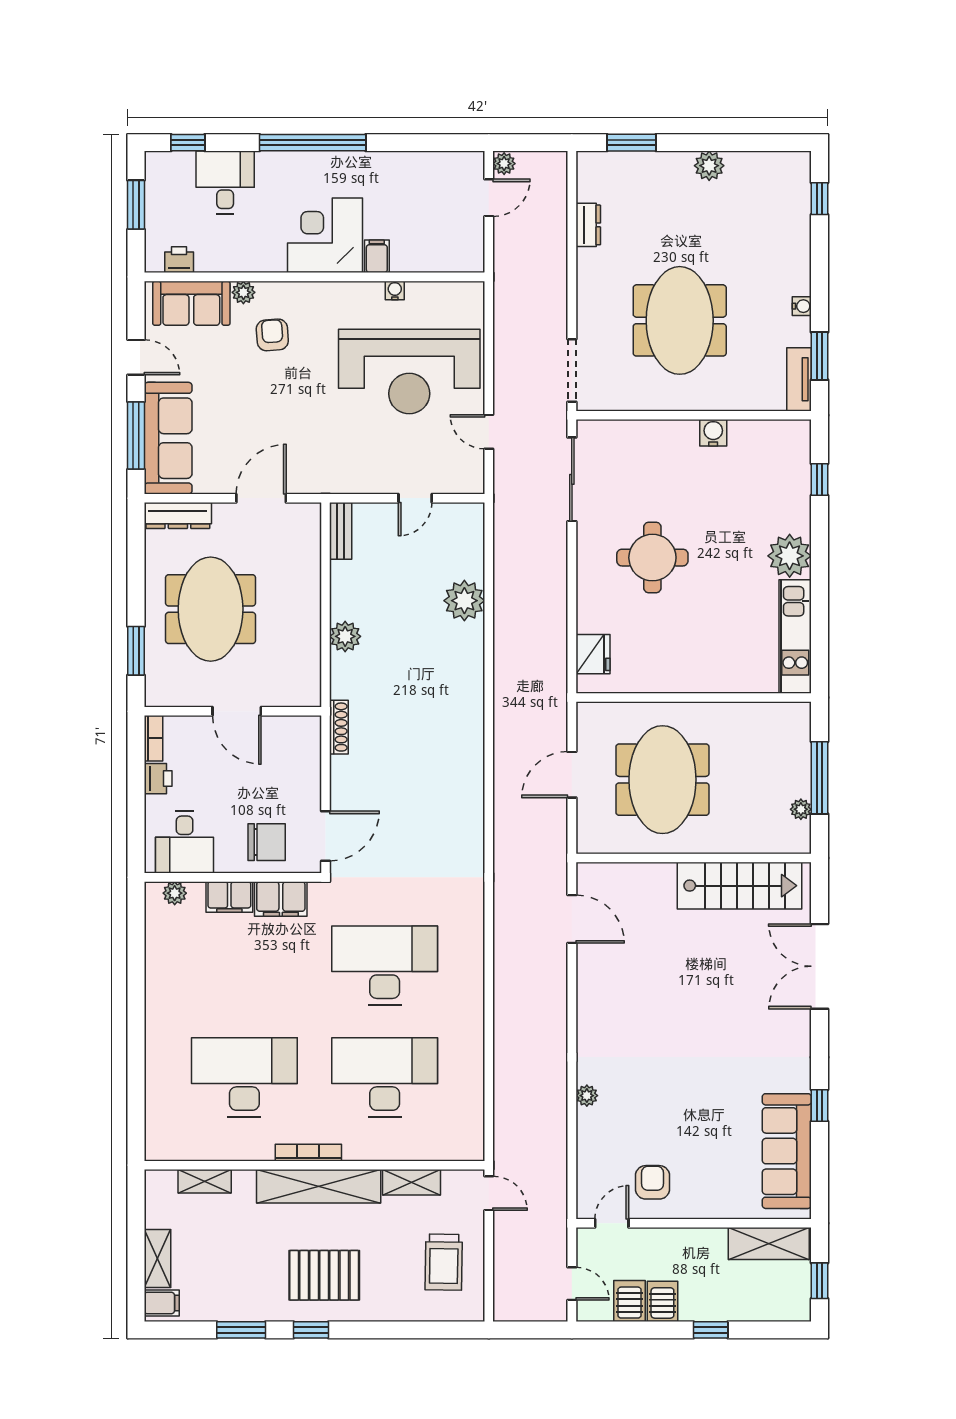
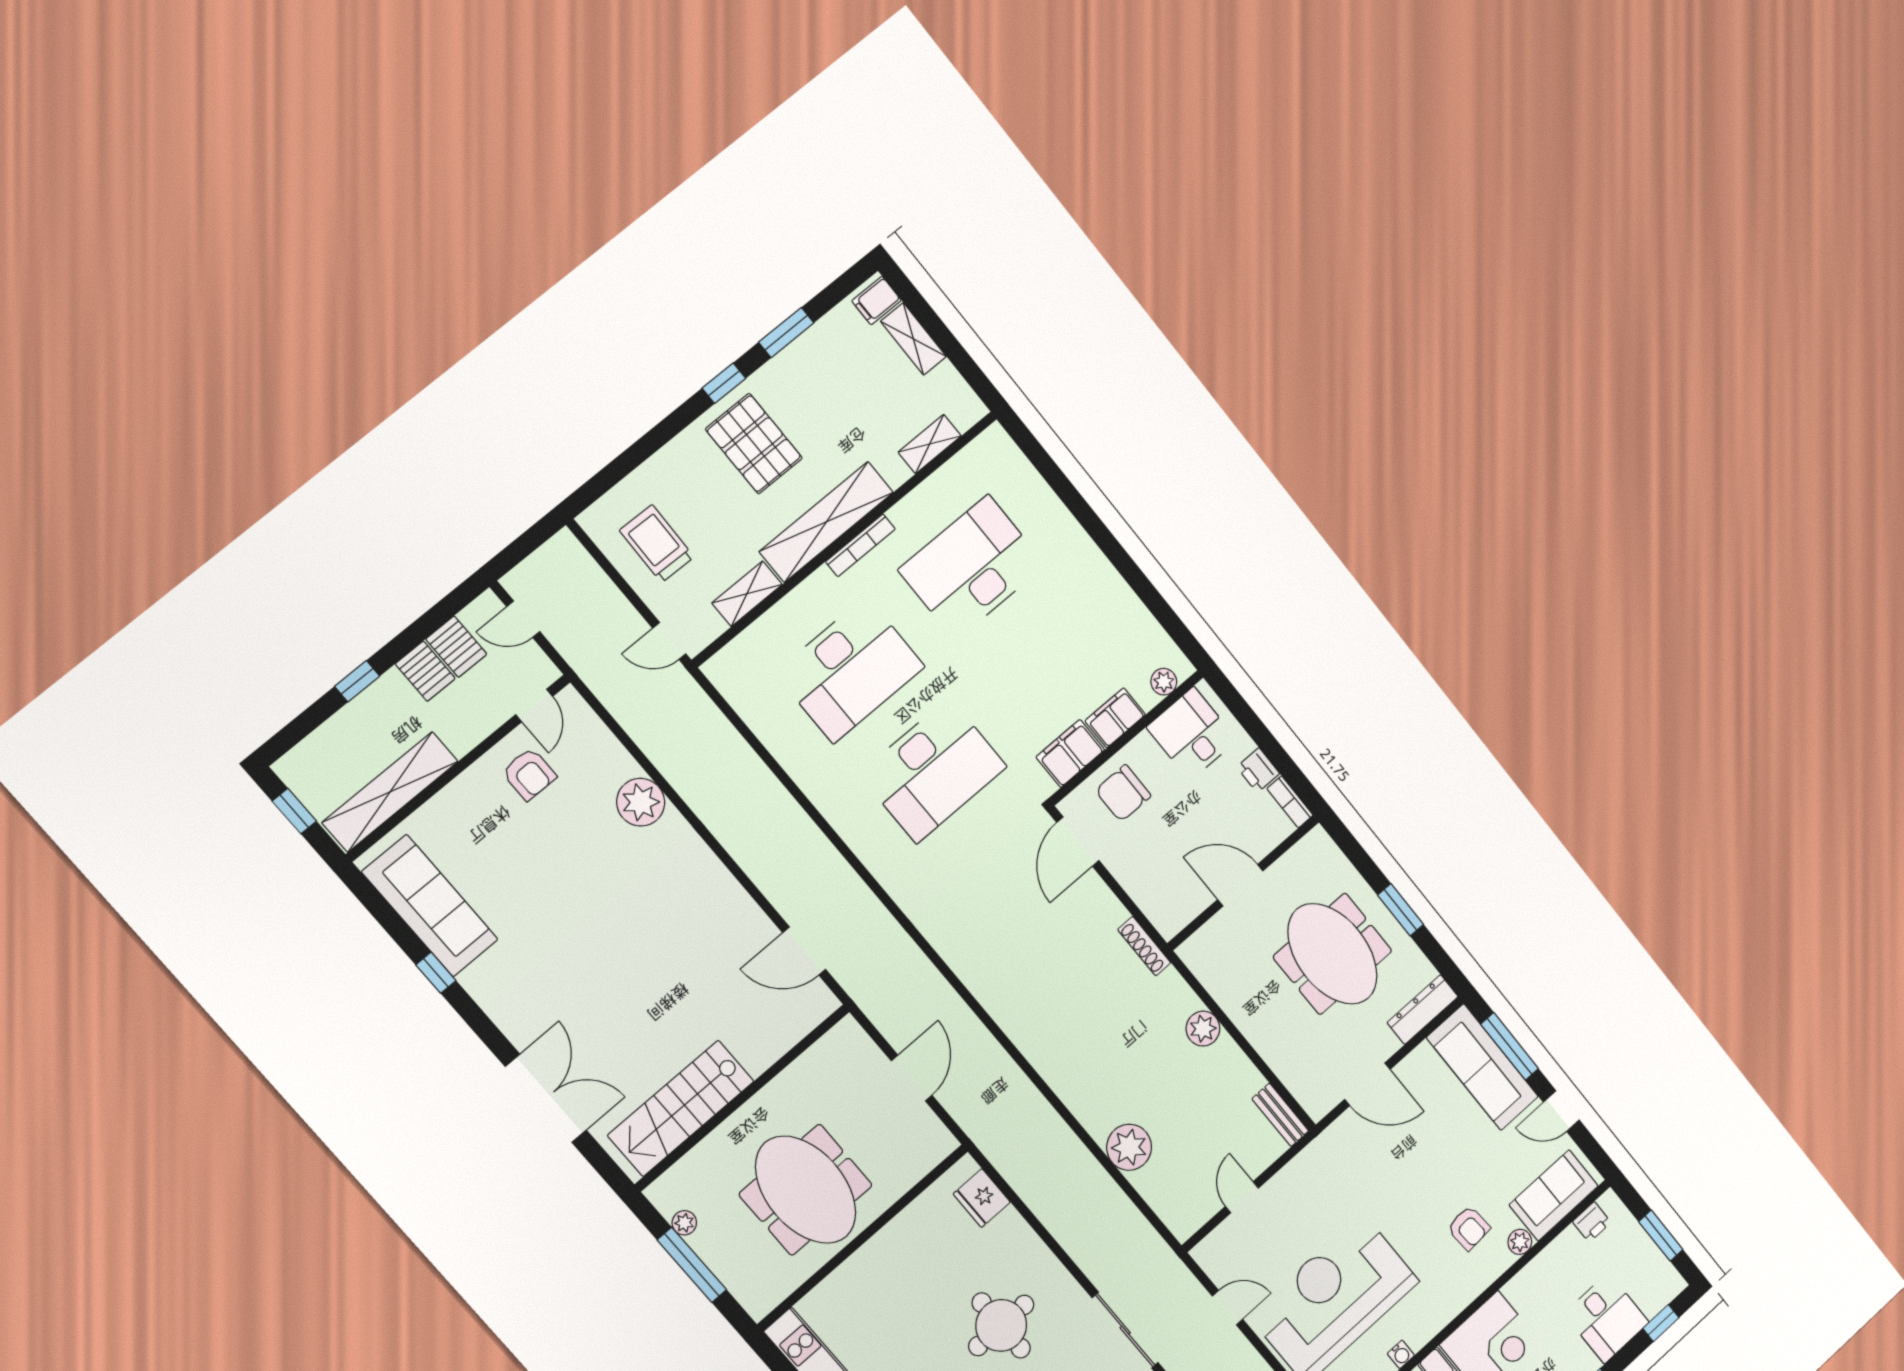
door: (261, 498) -> (1367, 1084), hinge flipped
window: (136, 651) -> (1401, 910), moved
meeting table: (662, 780) -> (806, 1190), moved
desk: (244, 1077) -> (972, 567), turned 180
plant: (587, 1096) -> (641, 802), width x1.87, depth x1.87
shelving: (769, 1244) -> (390, 792), width x1.47
pallet: (324, 1275) -> (754, 444), turned 90

